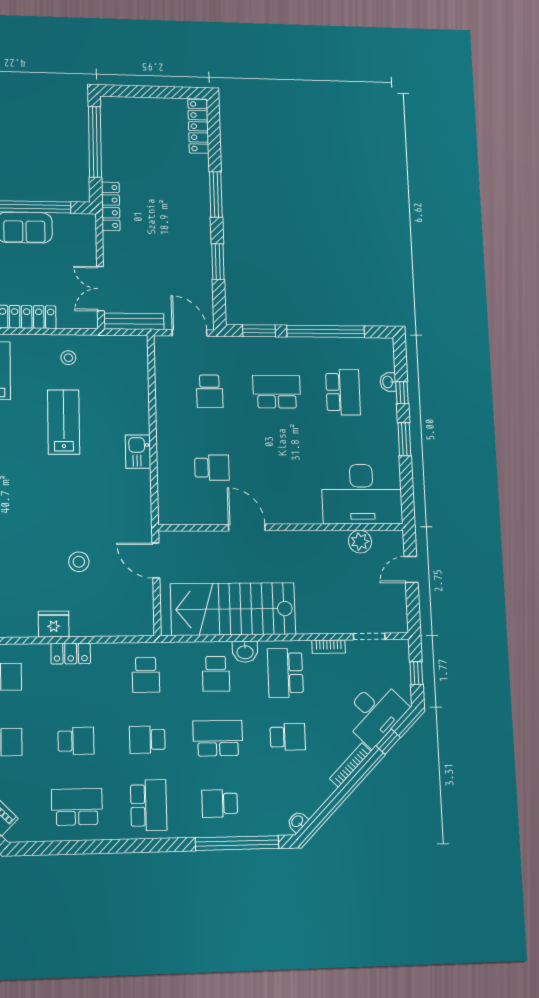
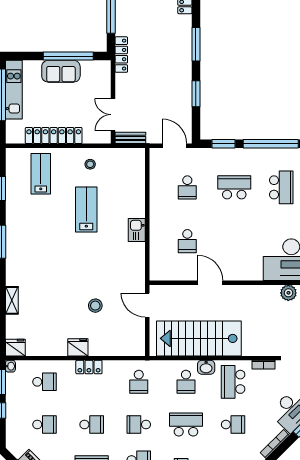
bench: (134, 321) -> (130, 138), width x0.73
school desk: (212, 468) -> (187, 241), turned 90

